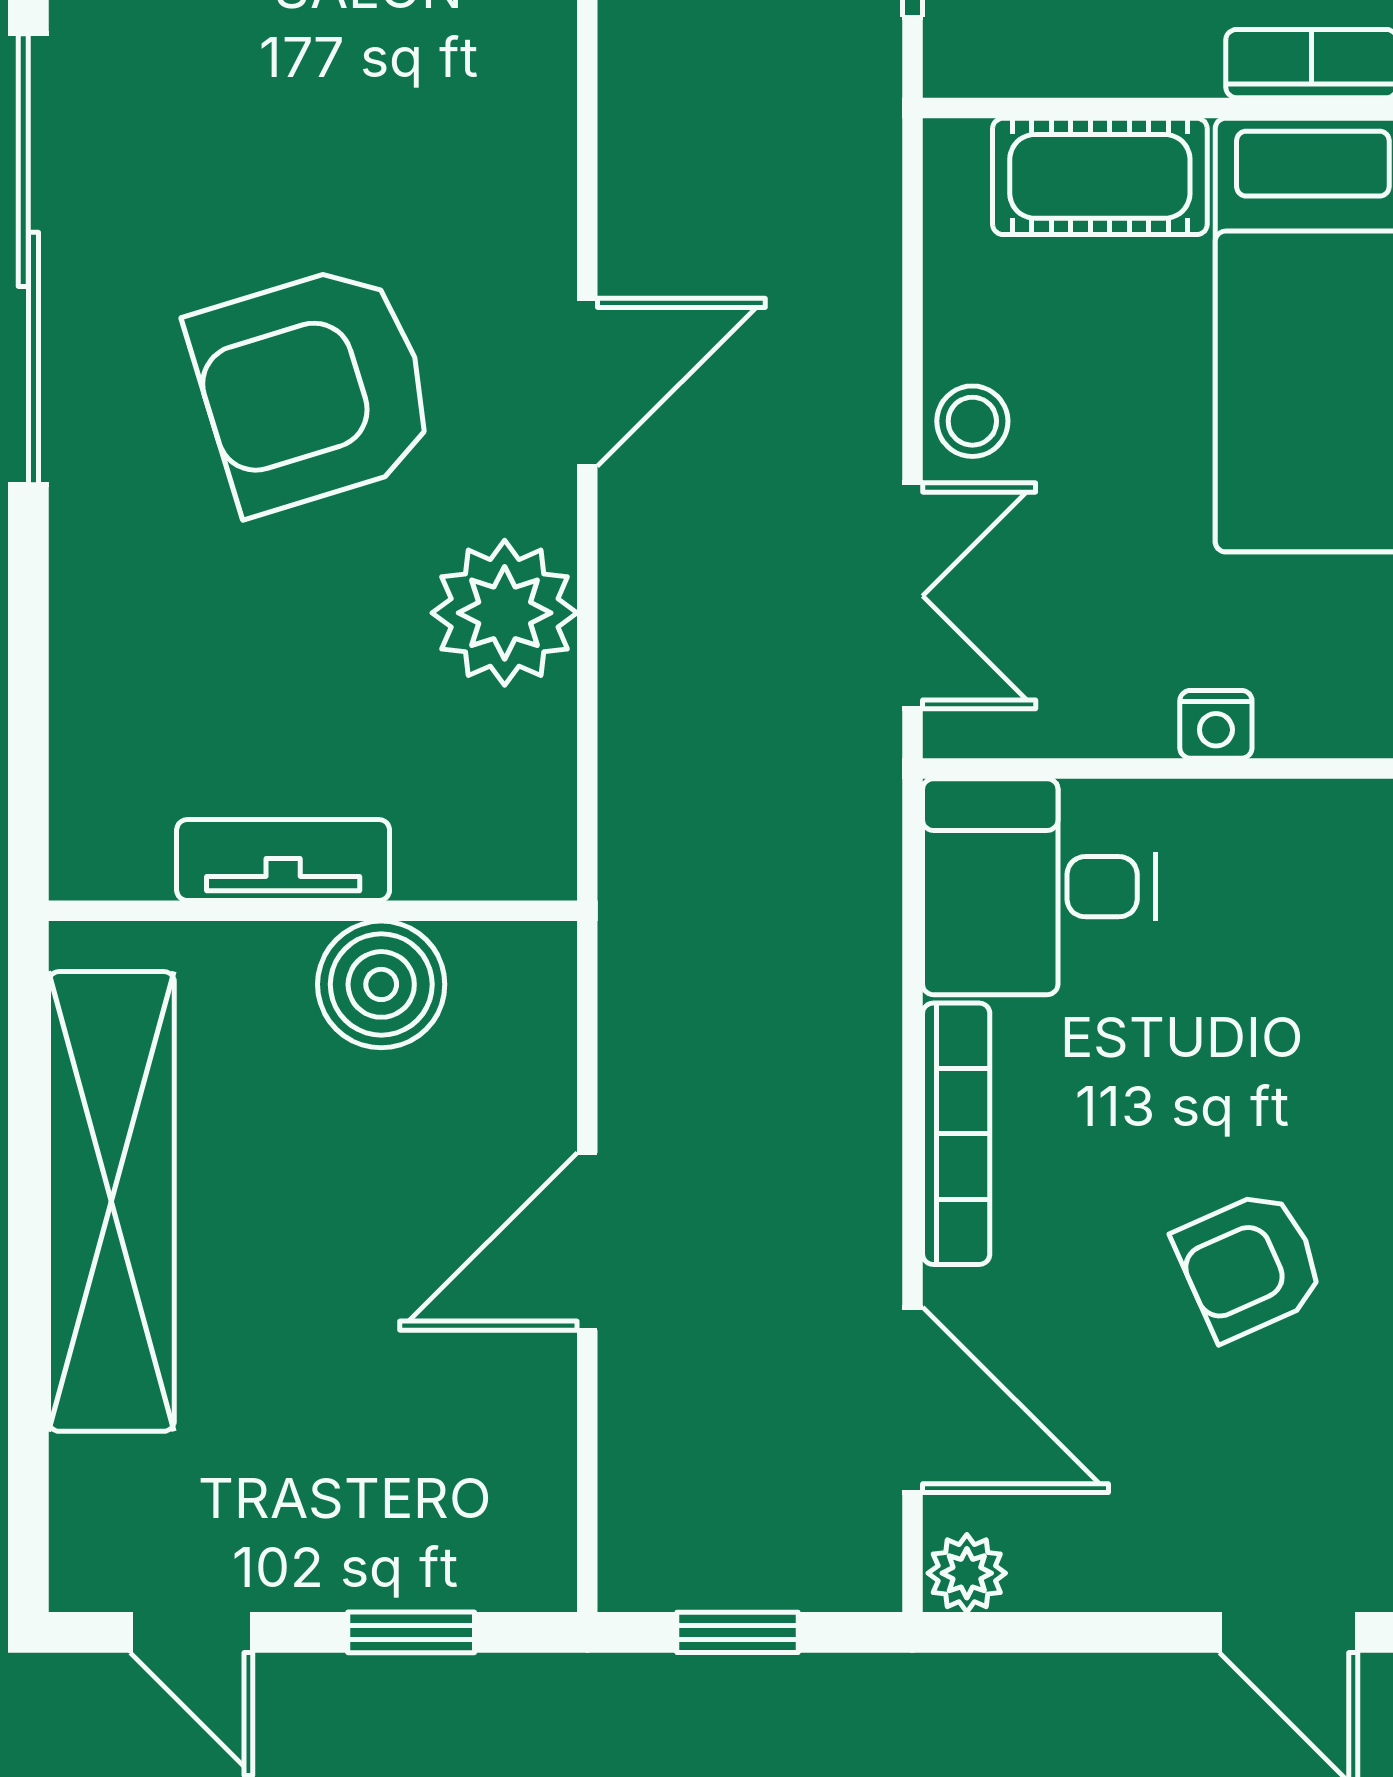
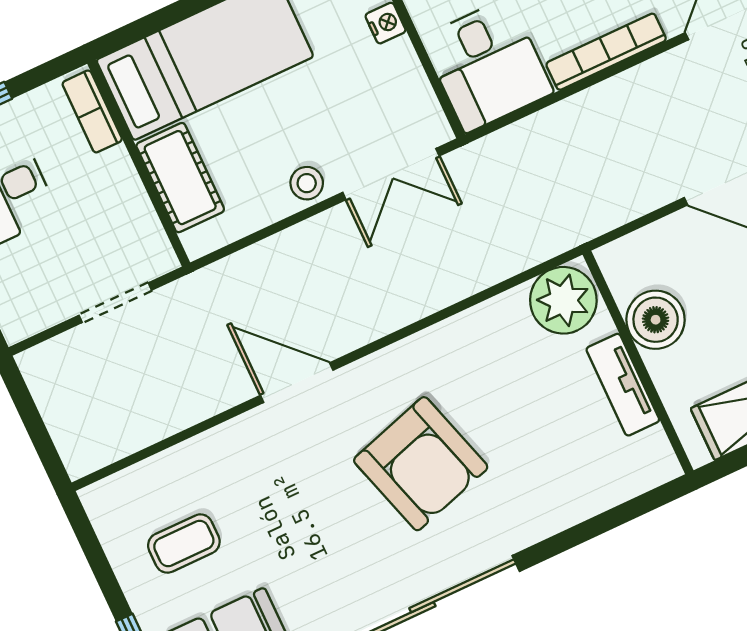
door: (587, 382) -> (297, 383), moved
double door: (913, 596) -> (391, 174), swing flipped
plant: (505, 613) -> (563, 300), moved

